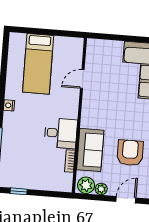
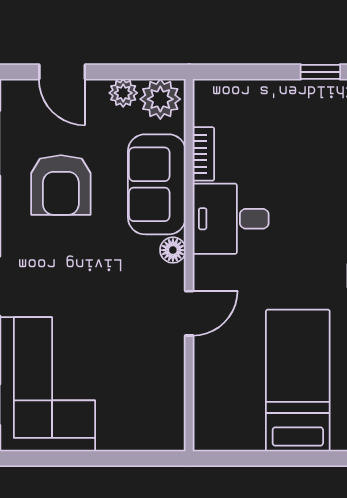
door: (82, 79) -> (189, 313), moved
floor lamp: (86, 122) -> (173, 250), added
door: (126, 200) -> (62, 72), hinge flipped

